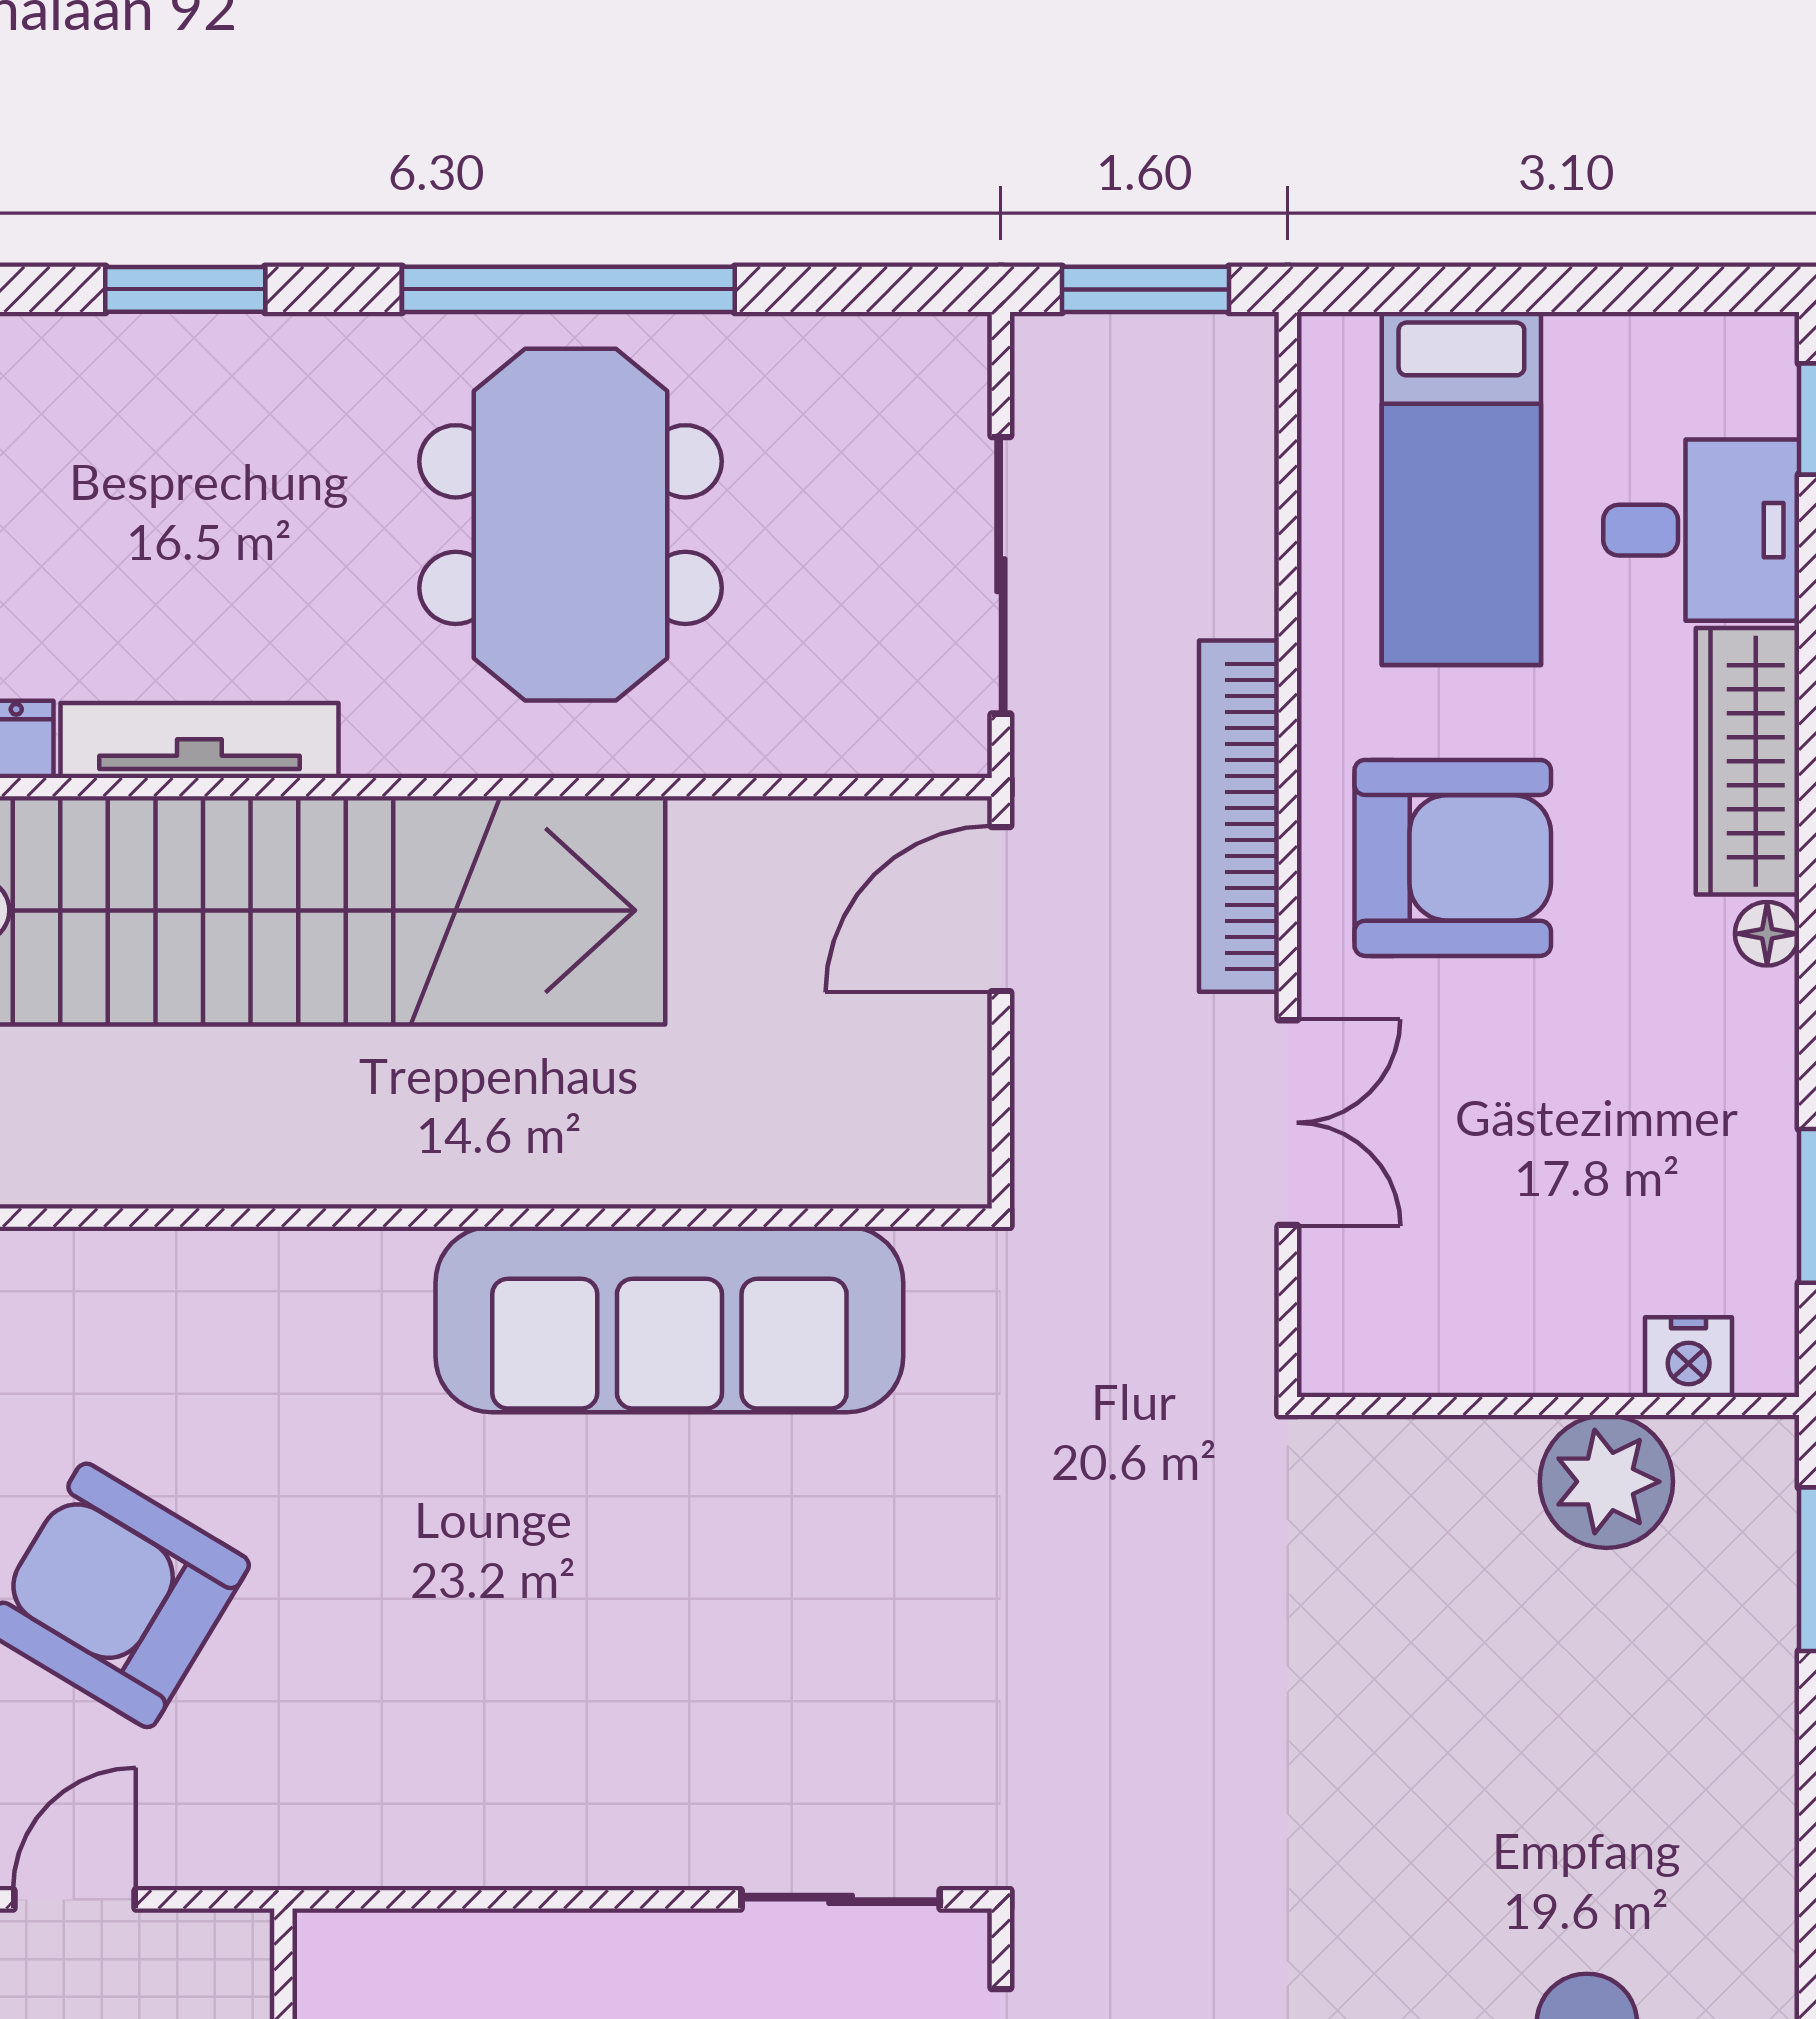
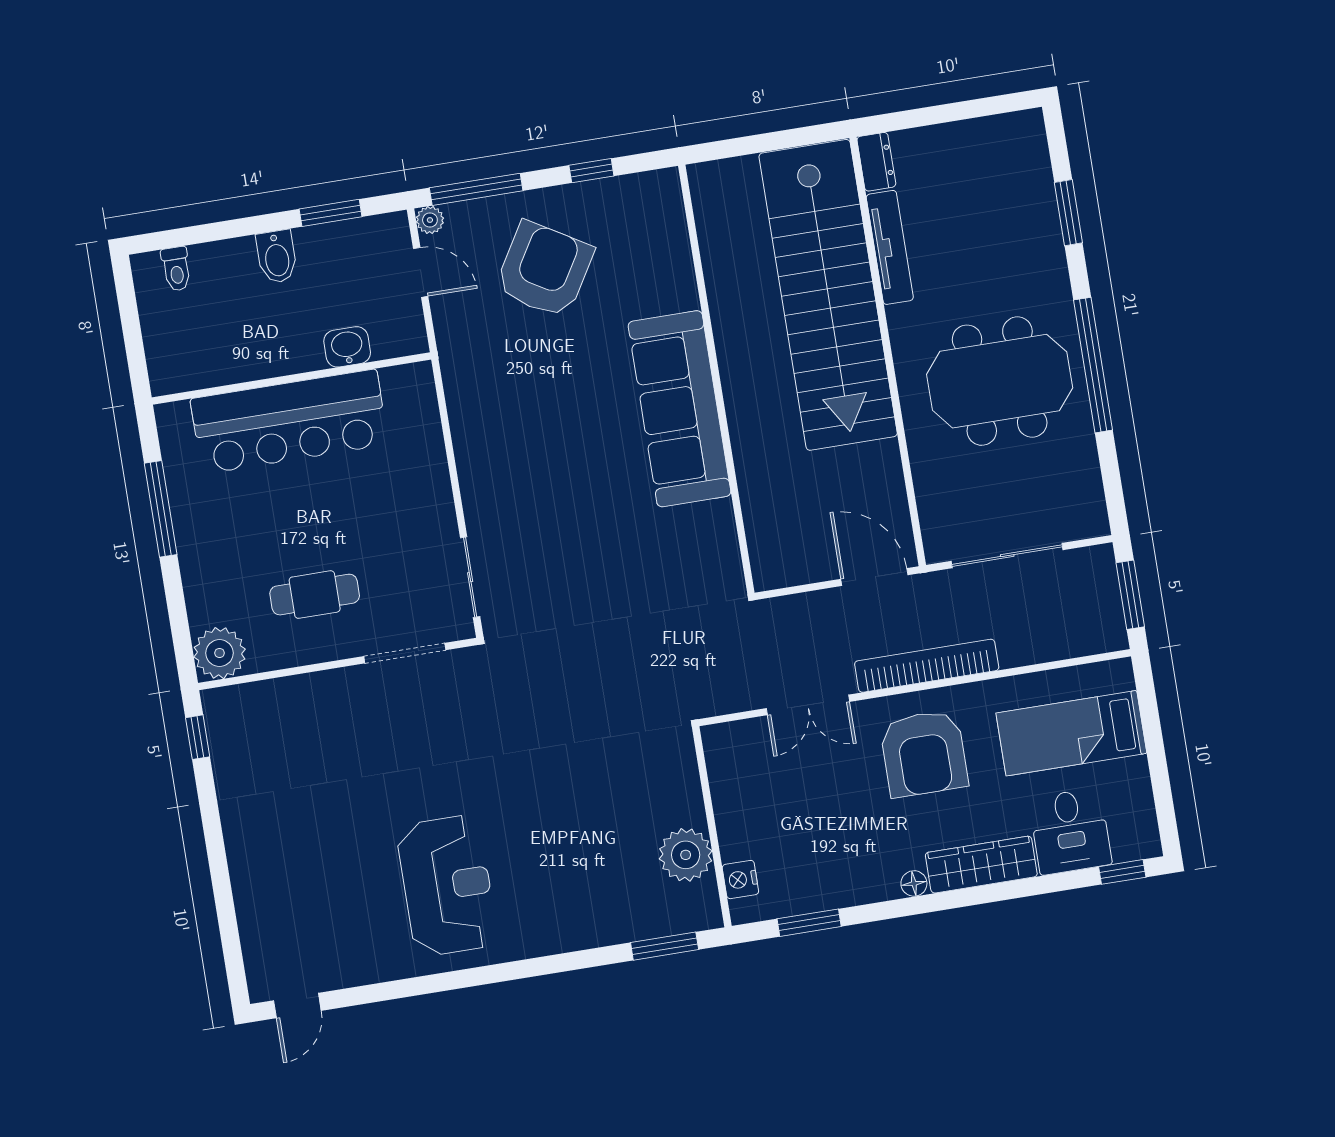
sofa: (669, 1319) -> (680, 409), moved

